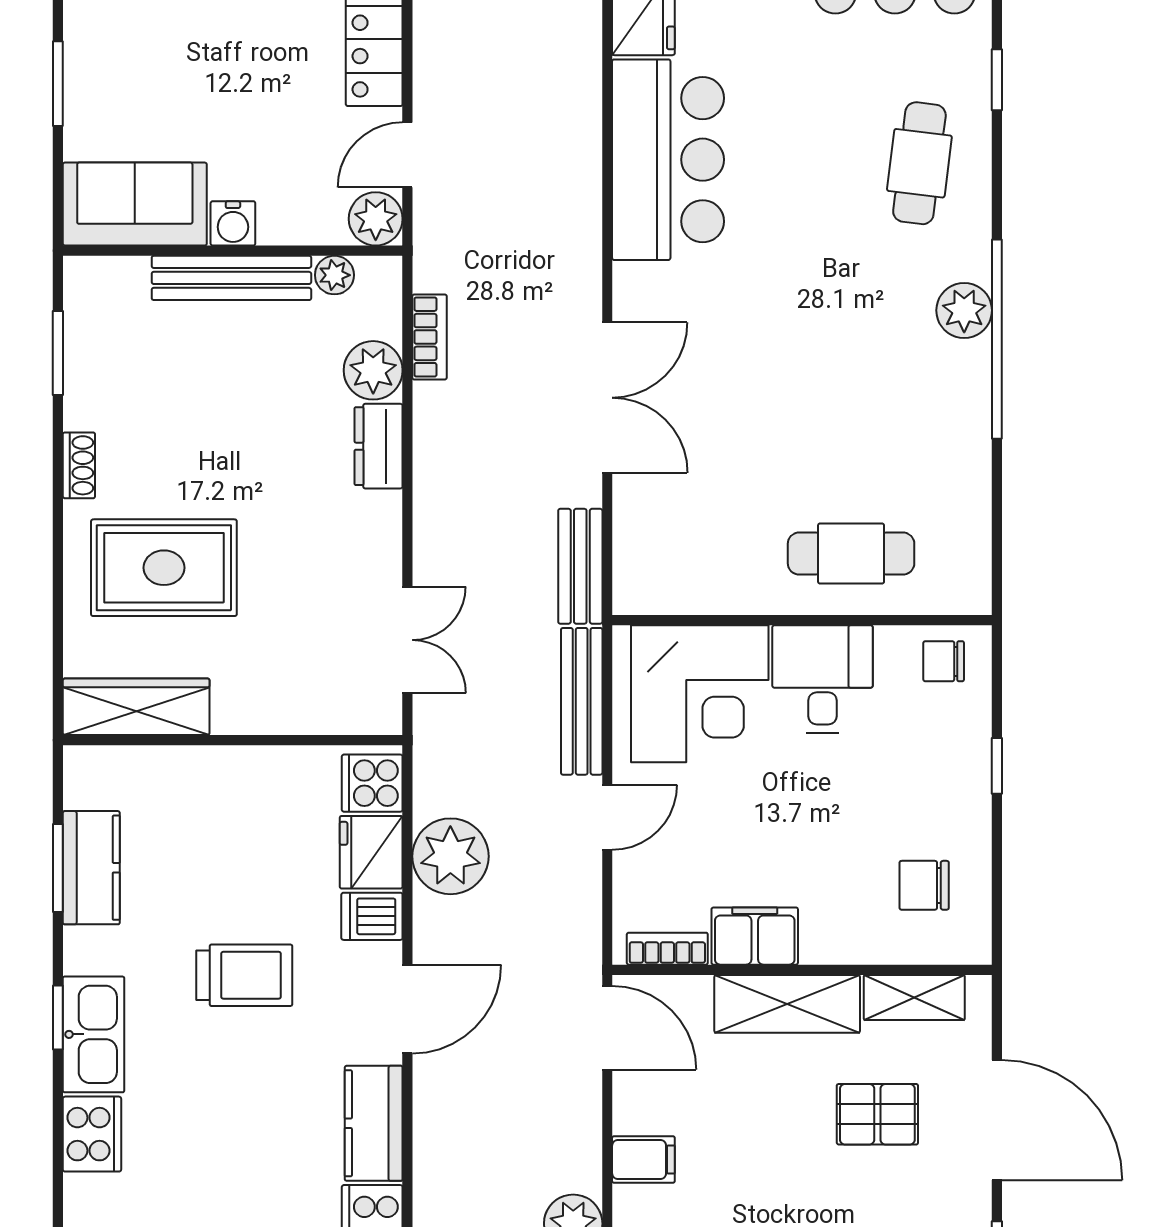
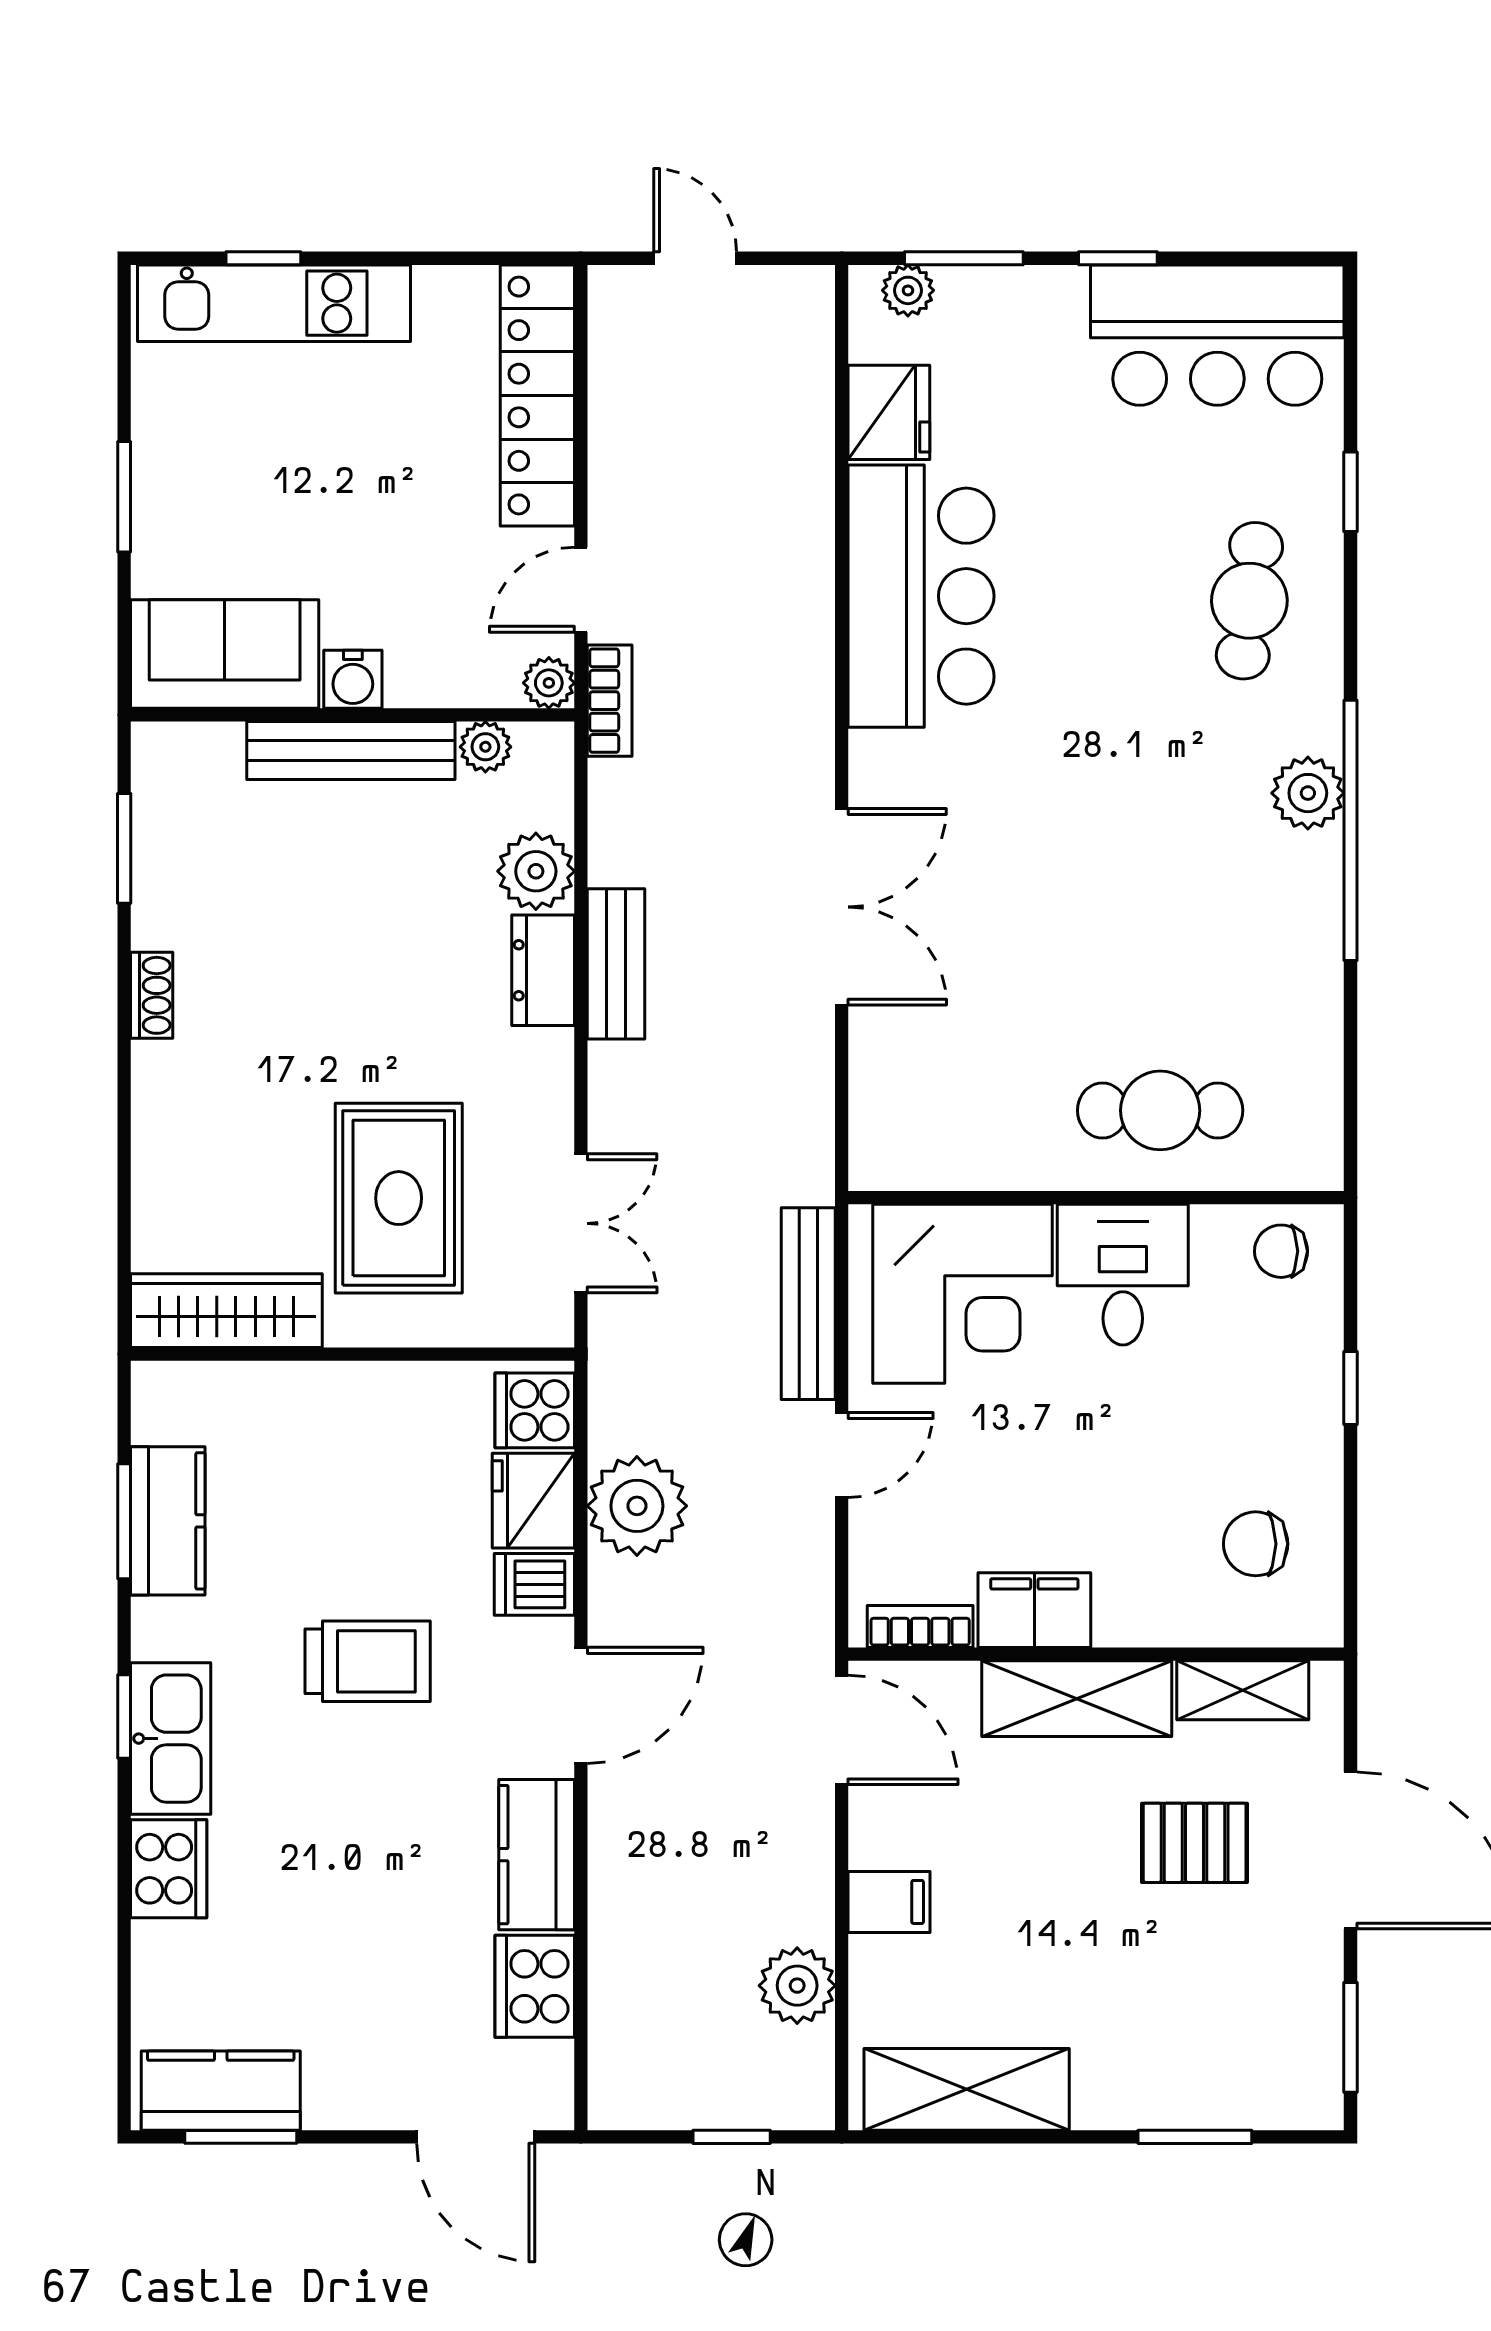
plant: (376, 219) -> (549, 683), width x0.73, depth x0.73
bookcase: (430, 337) -> (610, 701), moved
bench: (580, 566) -> (616, 964), moved
rug: (164, 568) -> (399, 1198), moved, turned 90

